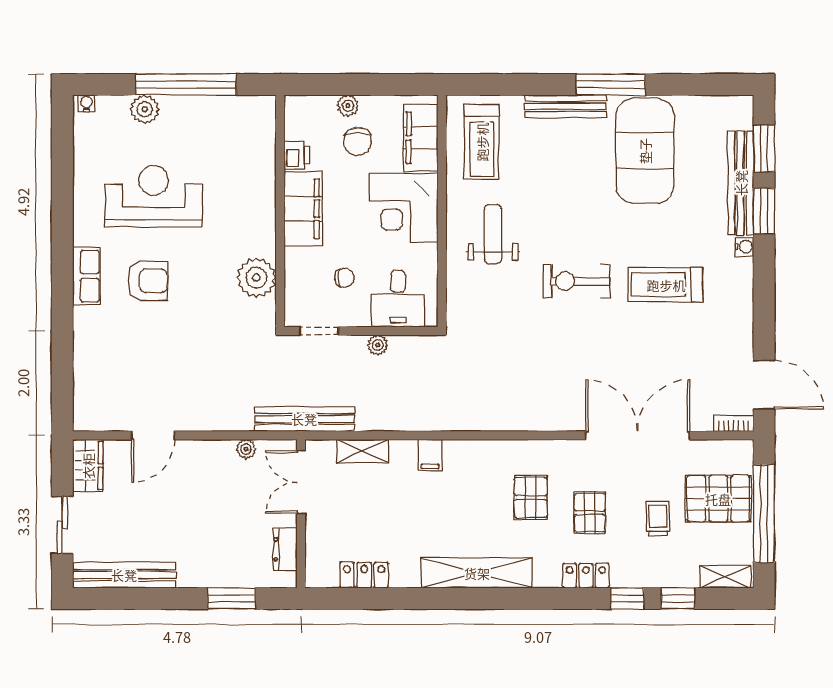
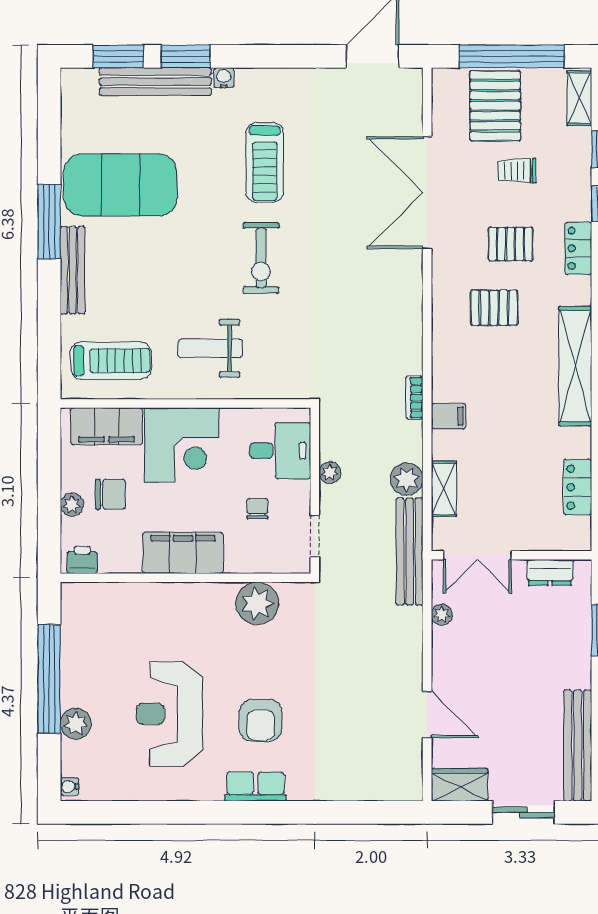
printer: (297, 155) -> (82, 560), moved
armchair: (148, 281) -> (261, 720), turned 180
plant: (372, 416) -> (407, 479), added
bookcase: (733, 423) -> (414, 397), moved

